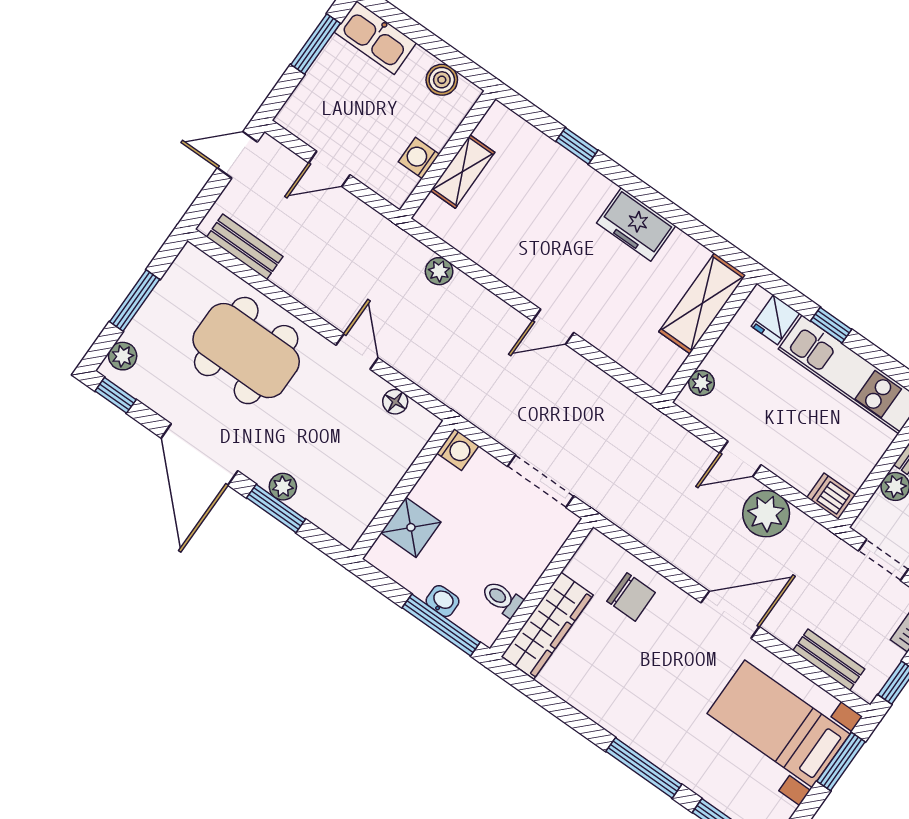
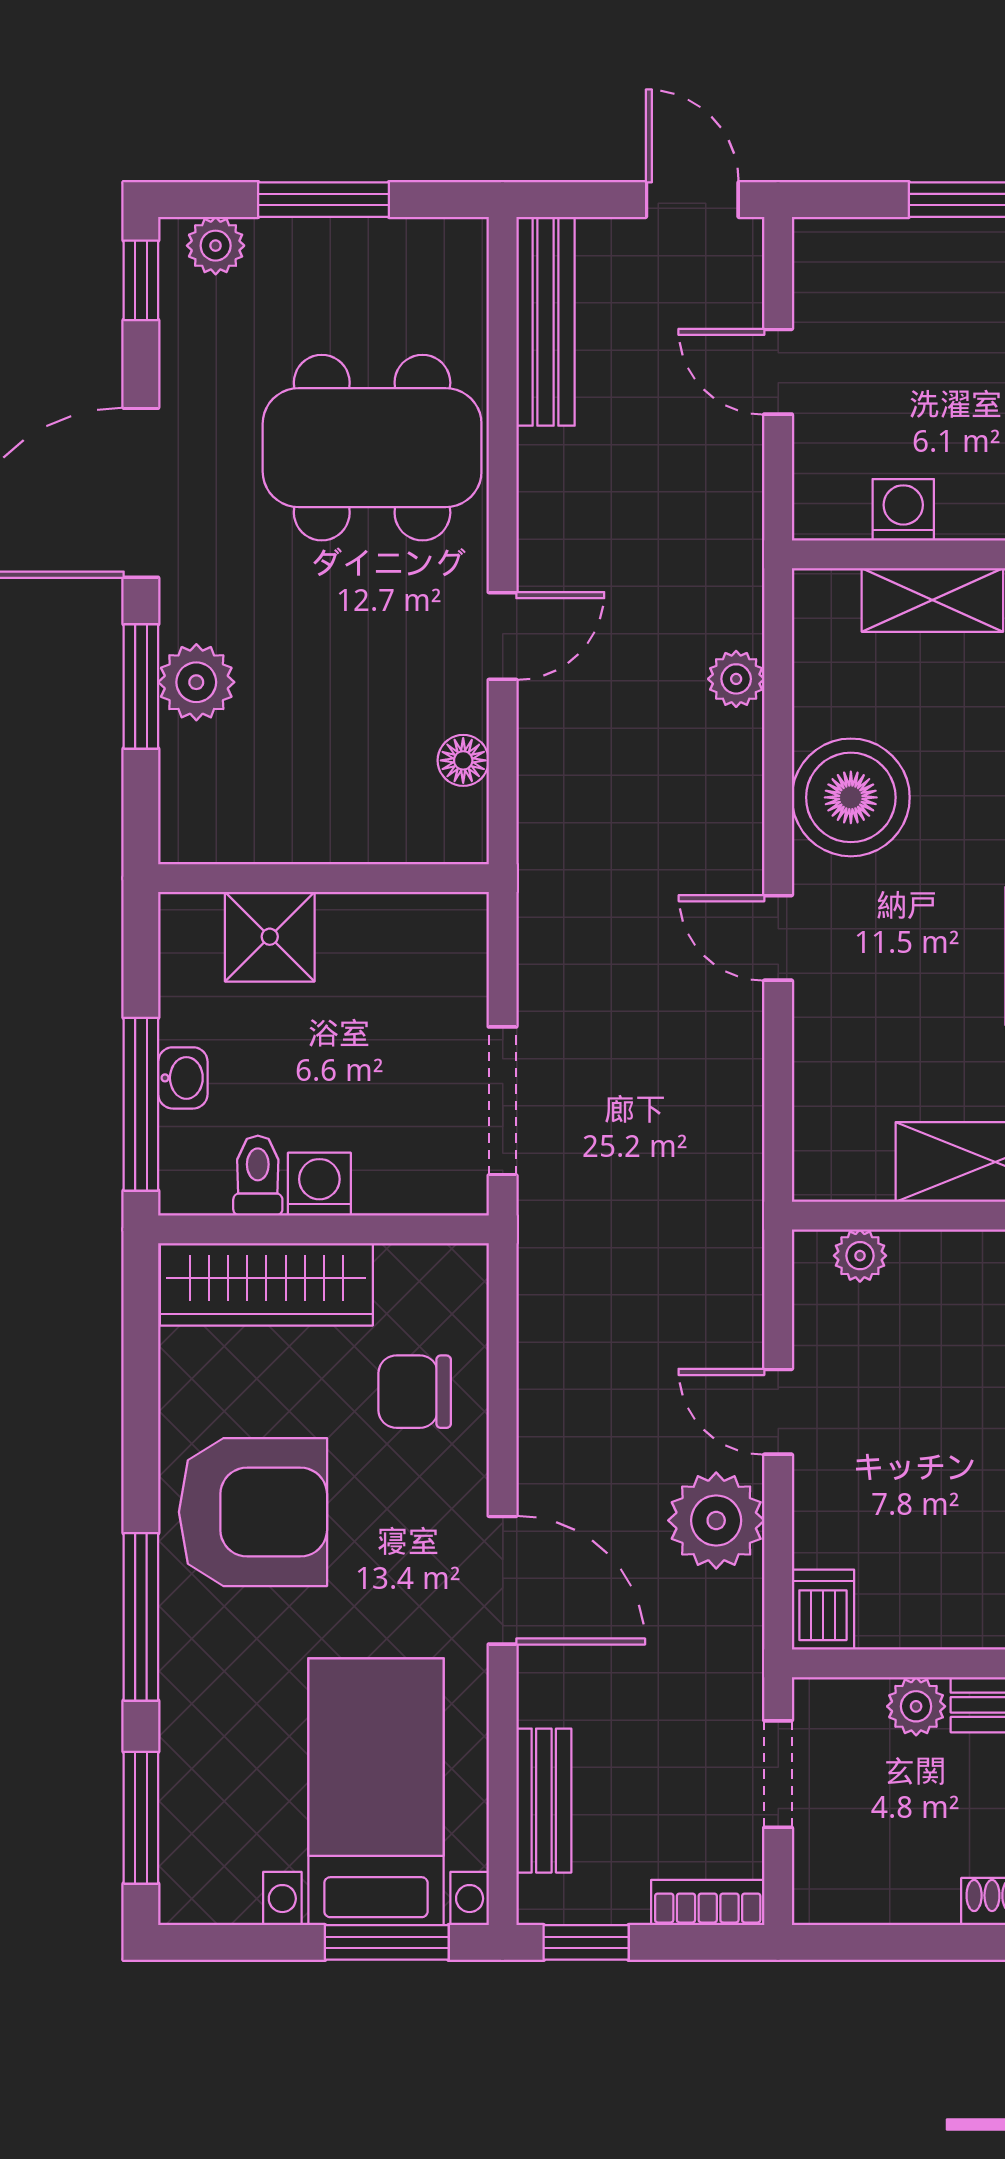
bench: (245, 247) -> (546, 321), width x1.36
boiler: (518, 259) -> (851, 797), added
dining table: (246, 351) -> (372, 448), turned 90
washing machine: (458, 450) -> (319, 1184), moved, turned 180
plant: (283, 487) -> (196, 682), width x1.38, depth x1.38
chair: (631, 597) -> (415, 1392), turned 90
armchair: (634, 694) -> (253, 1512), added

